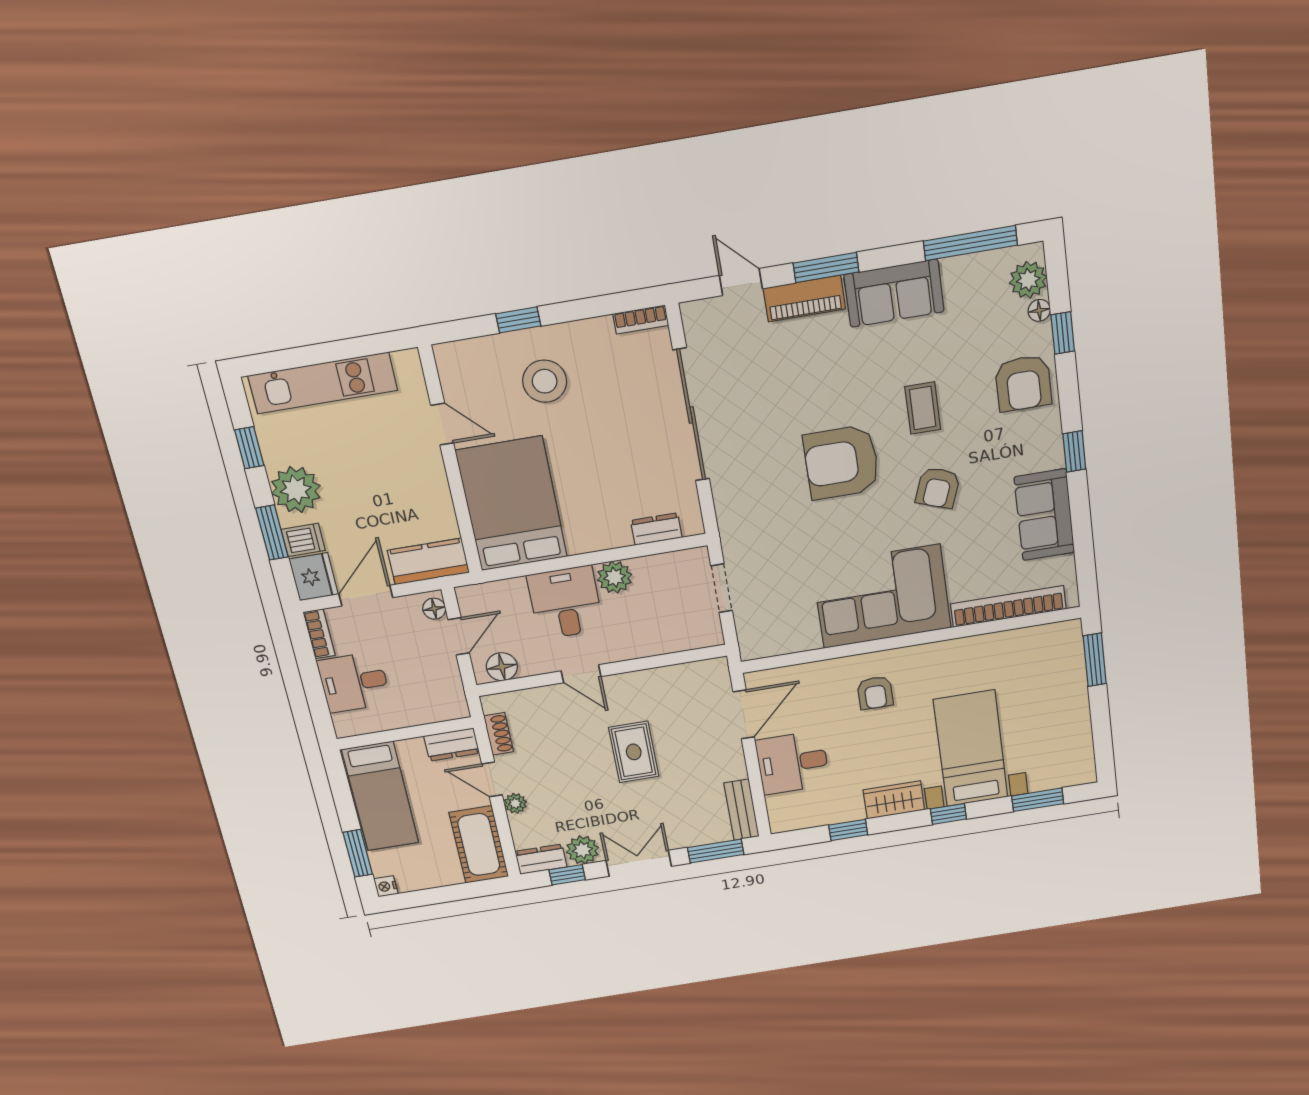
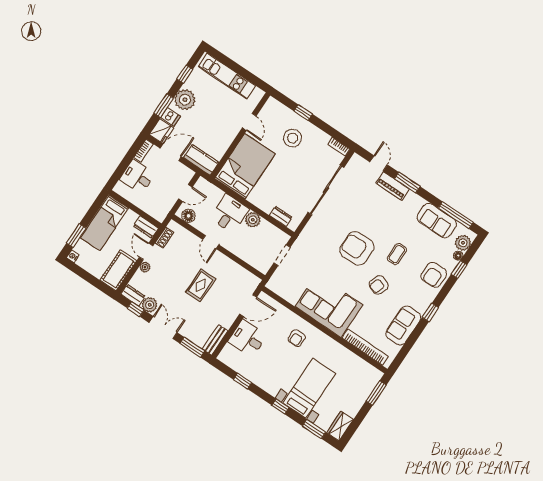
sofa: (894, 293) -> (437, 221), moved
floor lamp: (434, 609) -> (187, 177), removed
wardrobe: (894, 800) -> (340, 426), moved, turned -90

